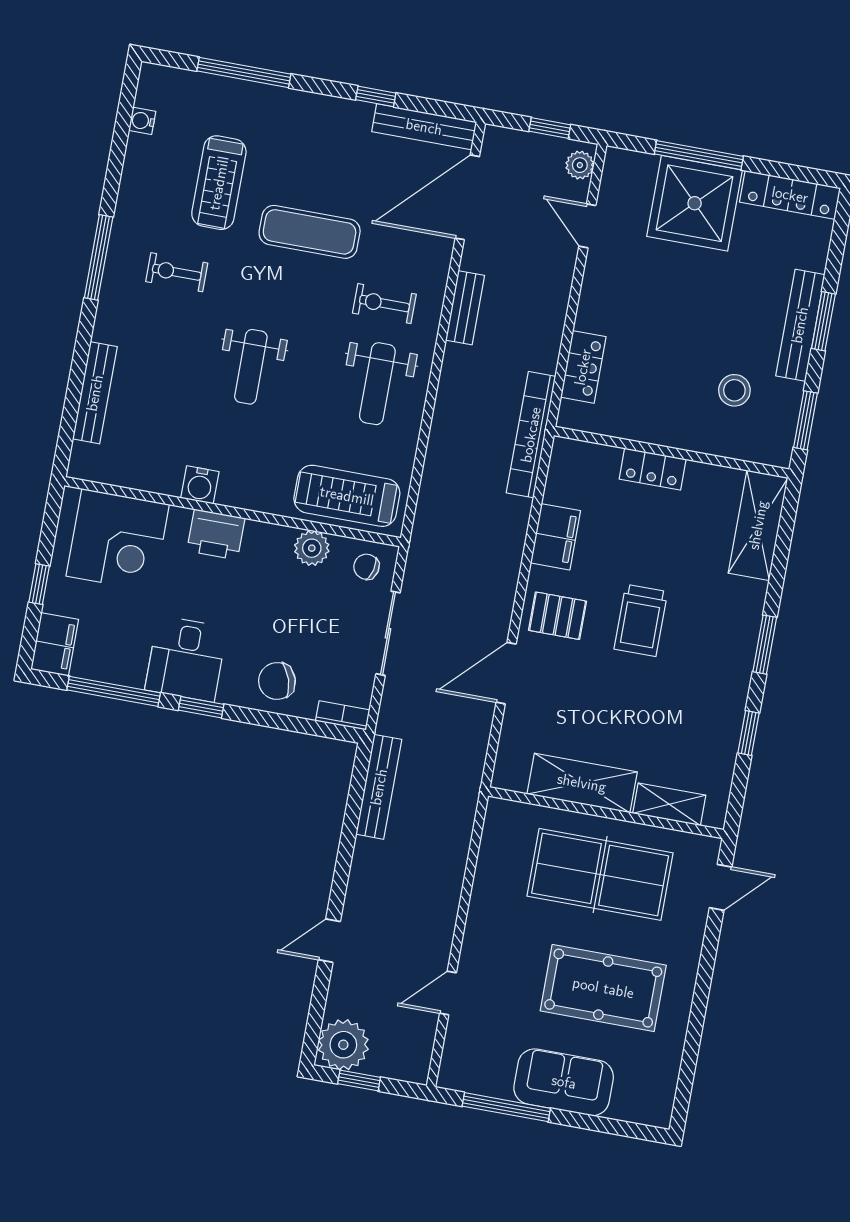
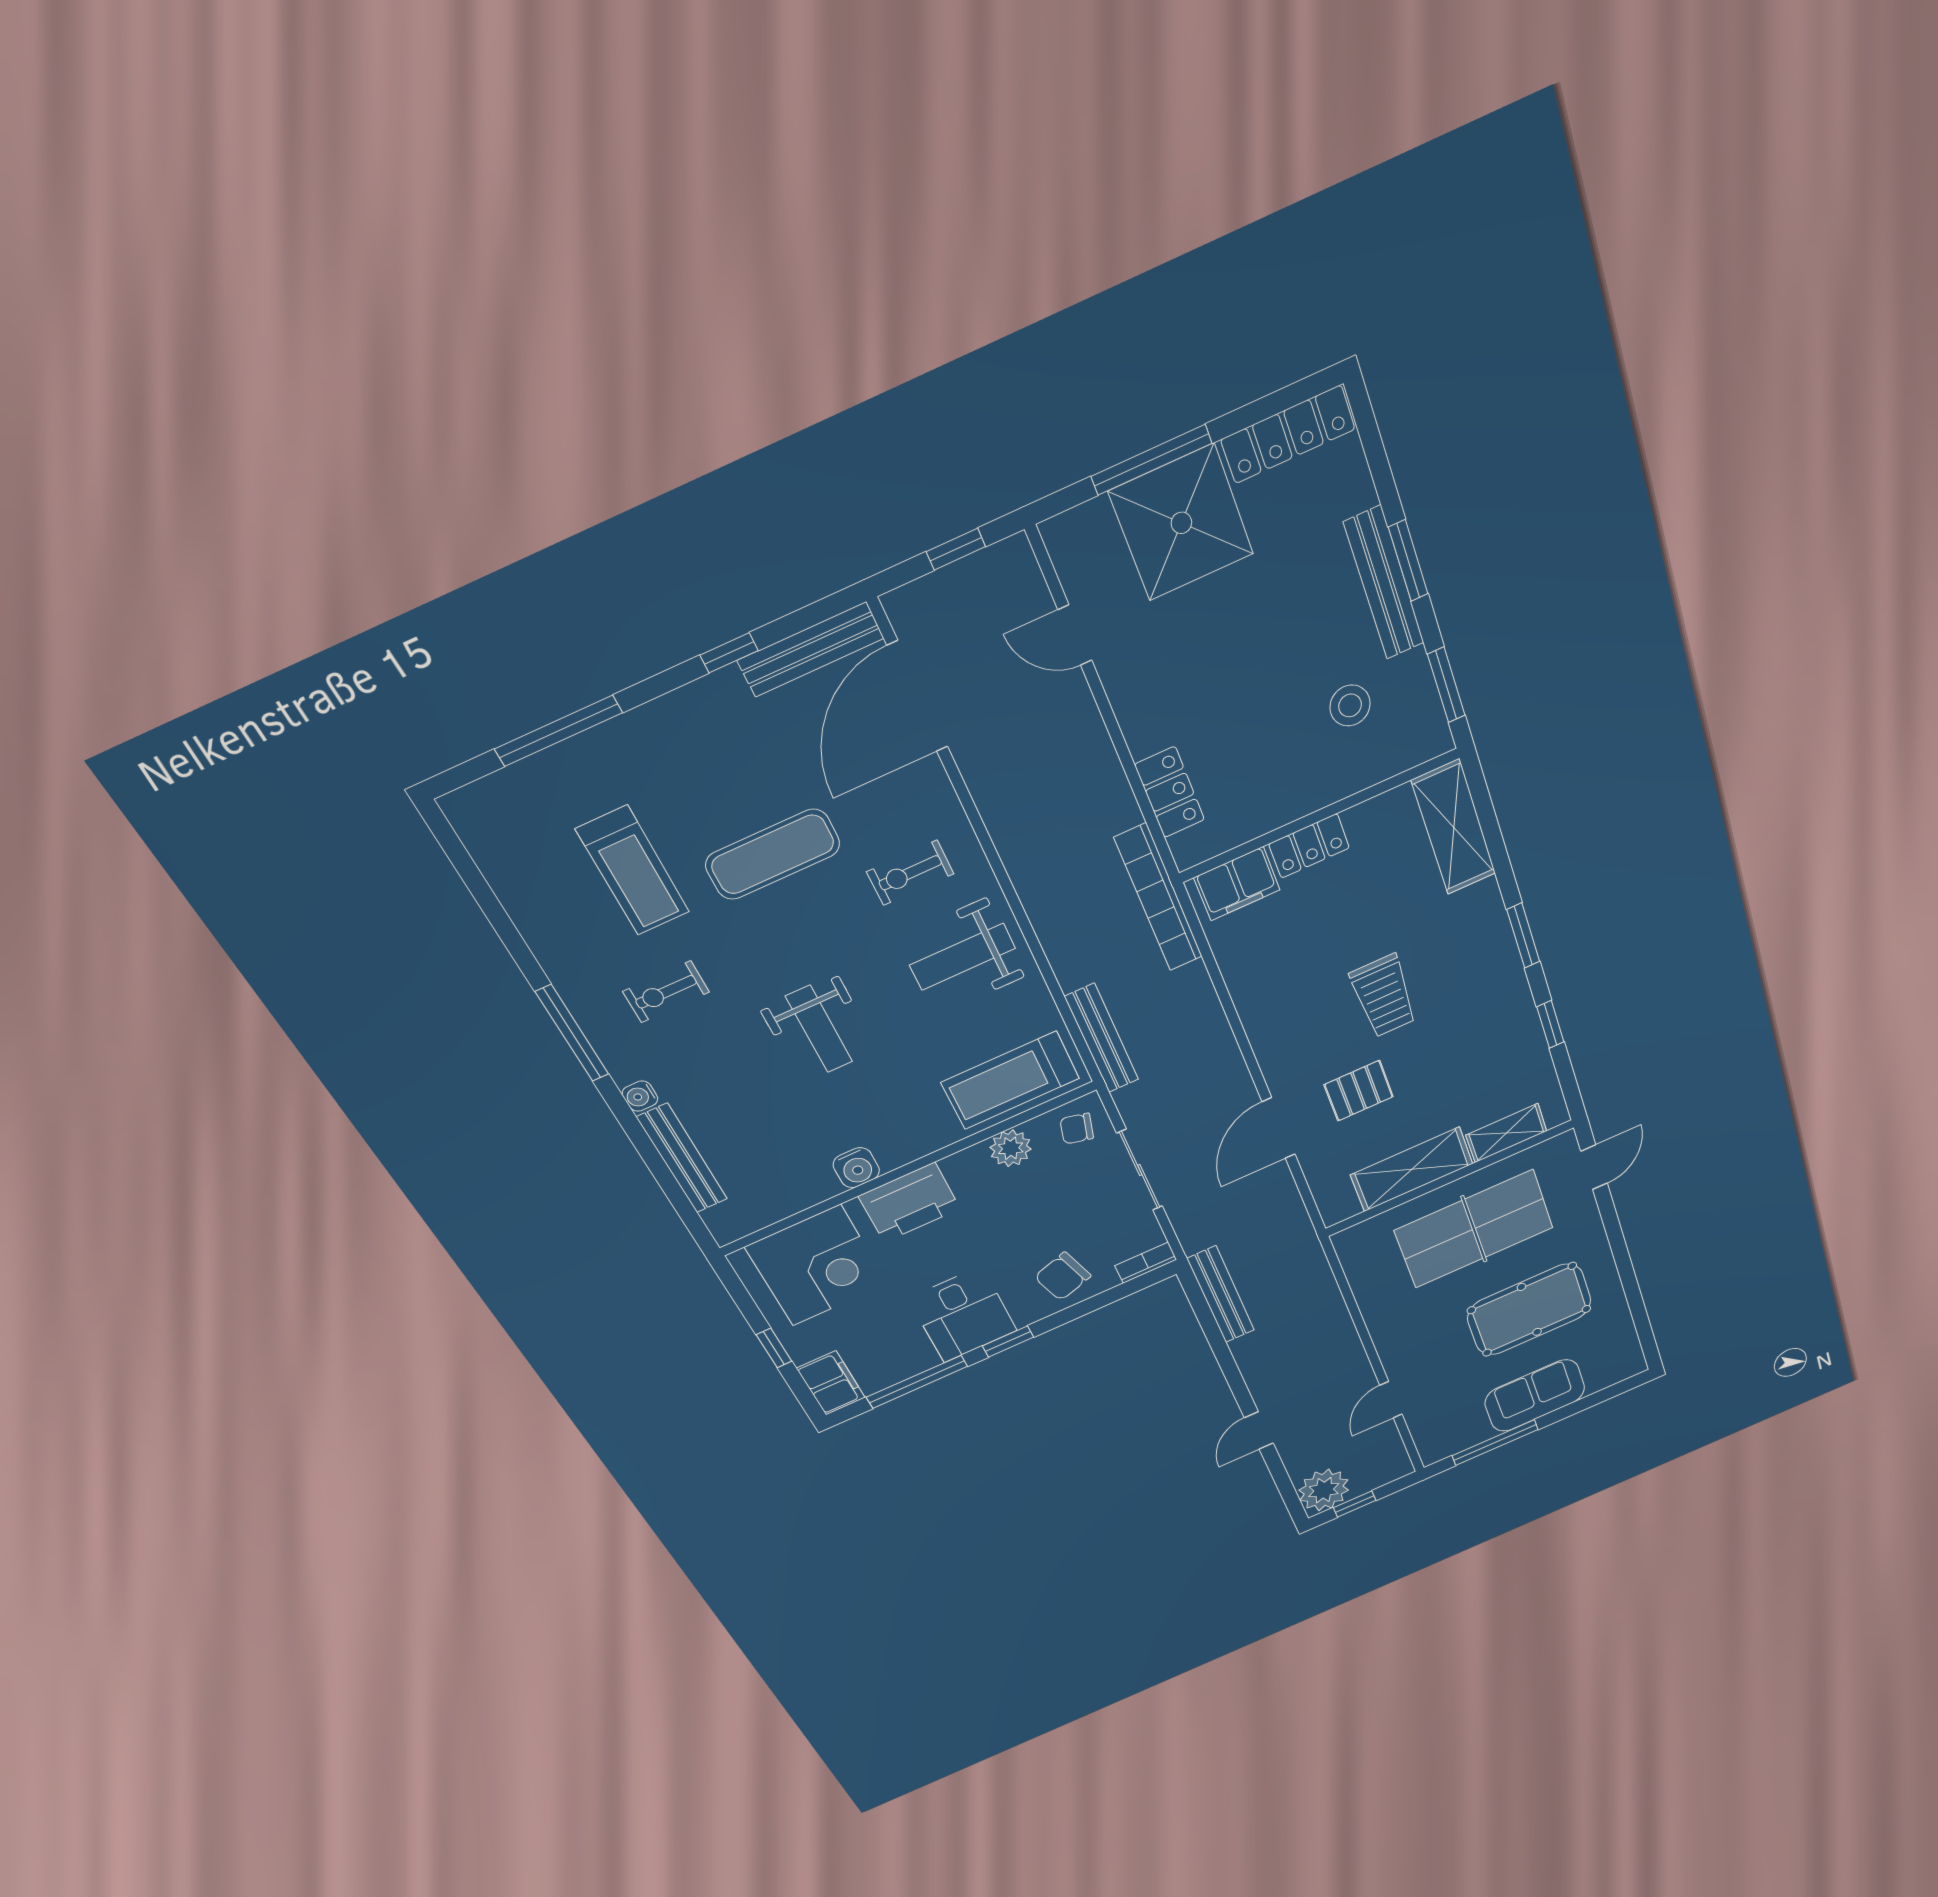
water cooler: (142, 121) -> (640, 1096), moved
plant: (580, 165) -> (1020, 570), removed
bench: (465, 308) -> (1102, 1038), moved, width x1.36
weight bench: (377, 384) -> (962, 957), turned 90
printer: (216, 535) -> (909, 1202), width x1.37, depth x1.19
filing cabinet: (555, 537) -> (1237, 884), moved, turned 90
pallet: (558, 616) -> (1359, 1091), moved

